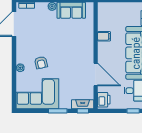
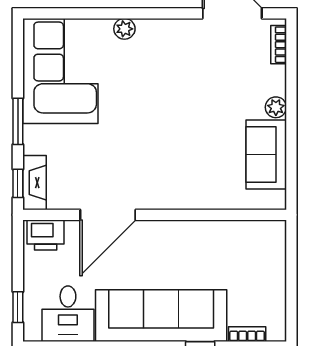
filing cabinet: (104, 36) -> (202, 235), removed
armchair: (41, 63) -> (137, 80), removed

